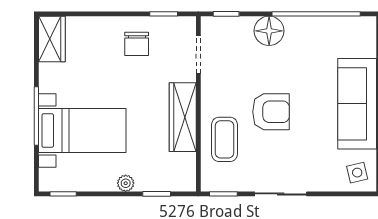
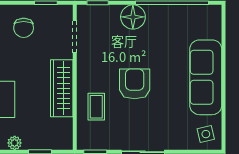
armchair: (271, 112) -> (135, 84), turned -90
coffee table: (225, 139) -> (96, 107), width x0.73, depth x0.77

